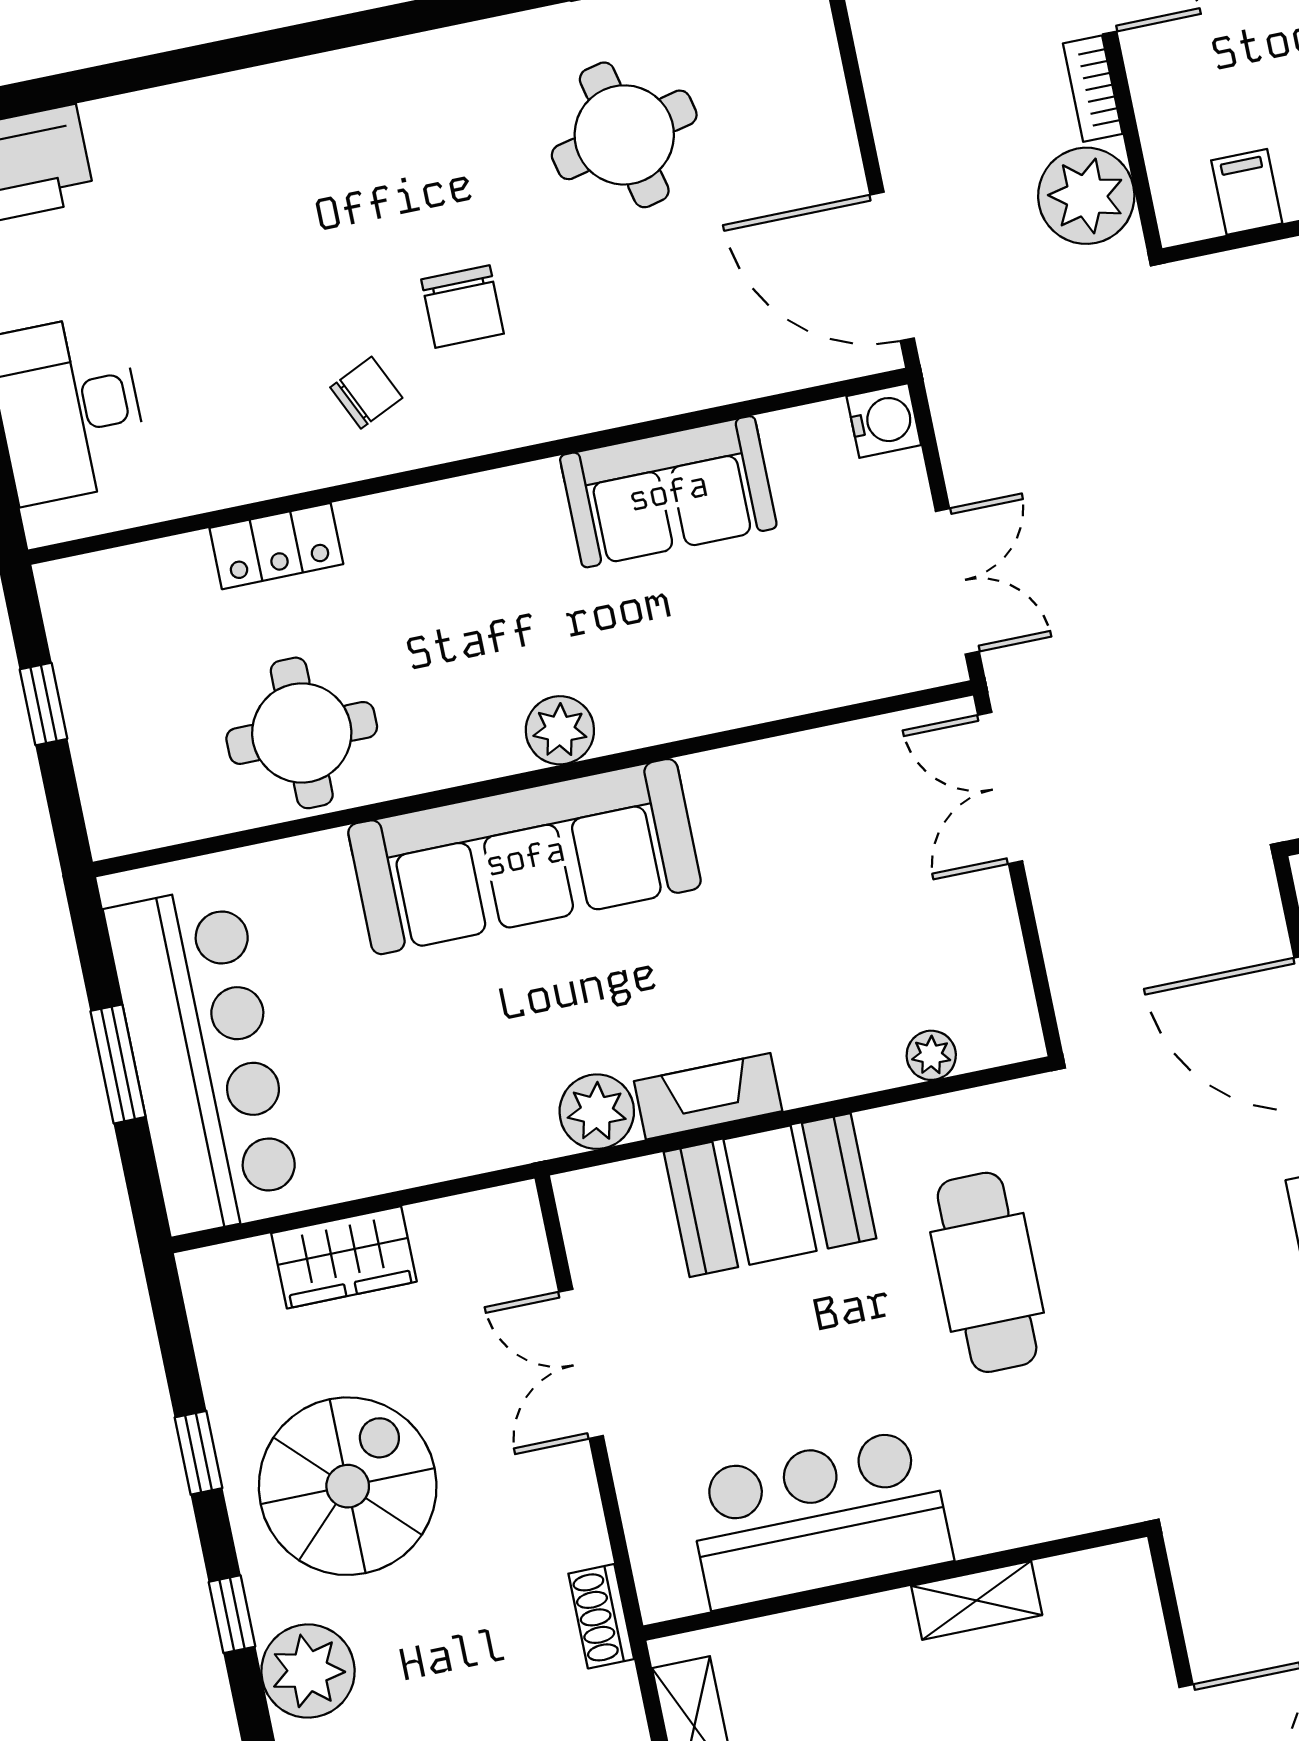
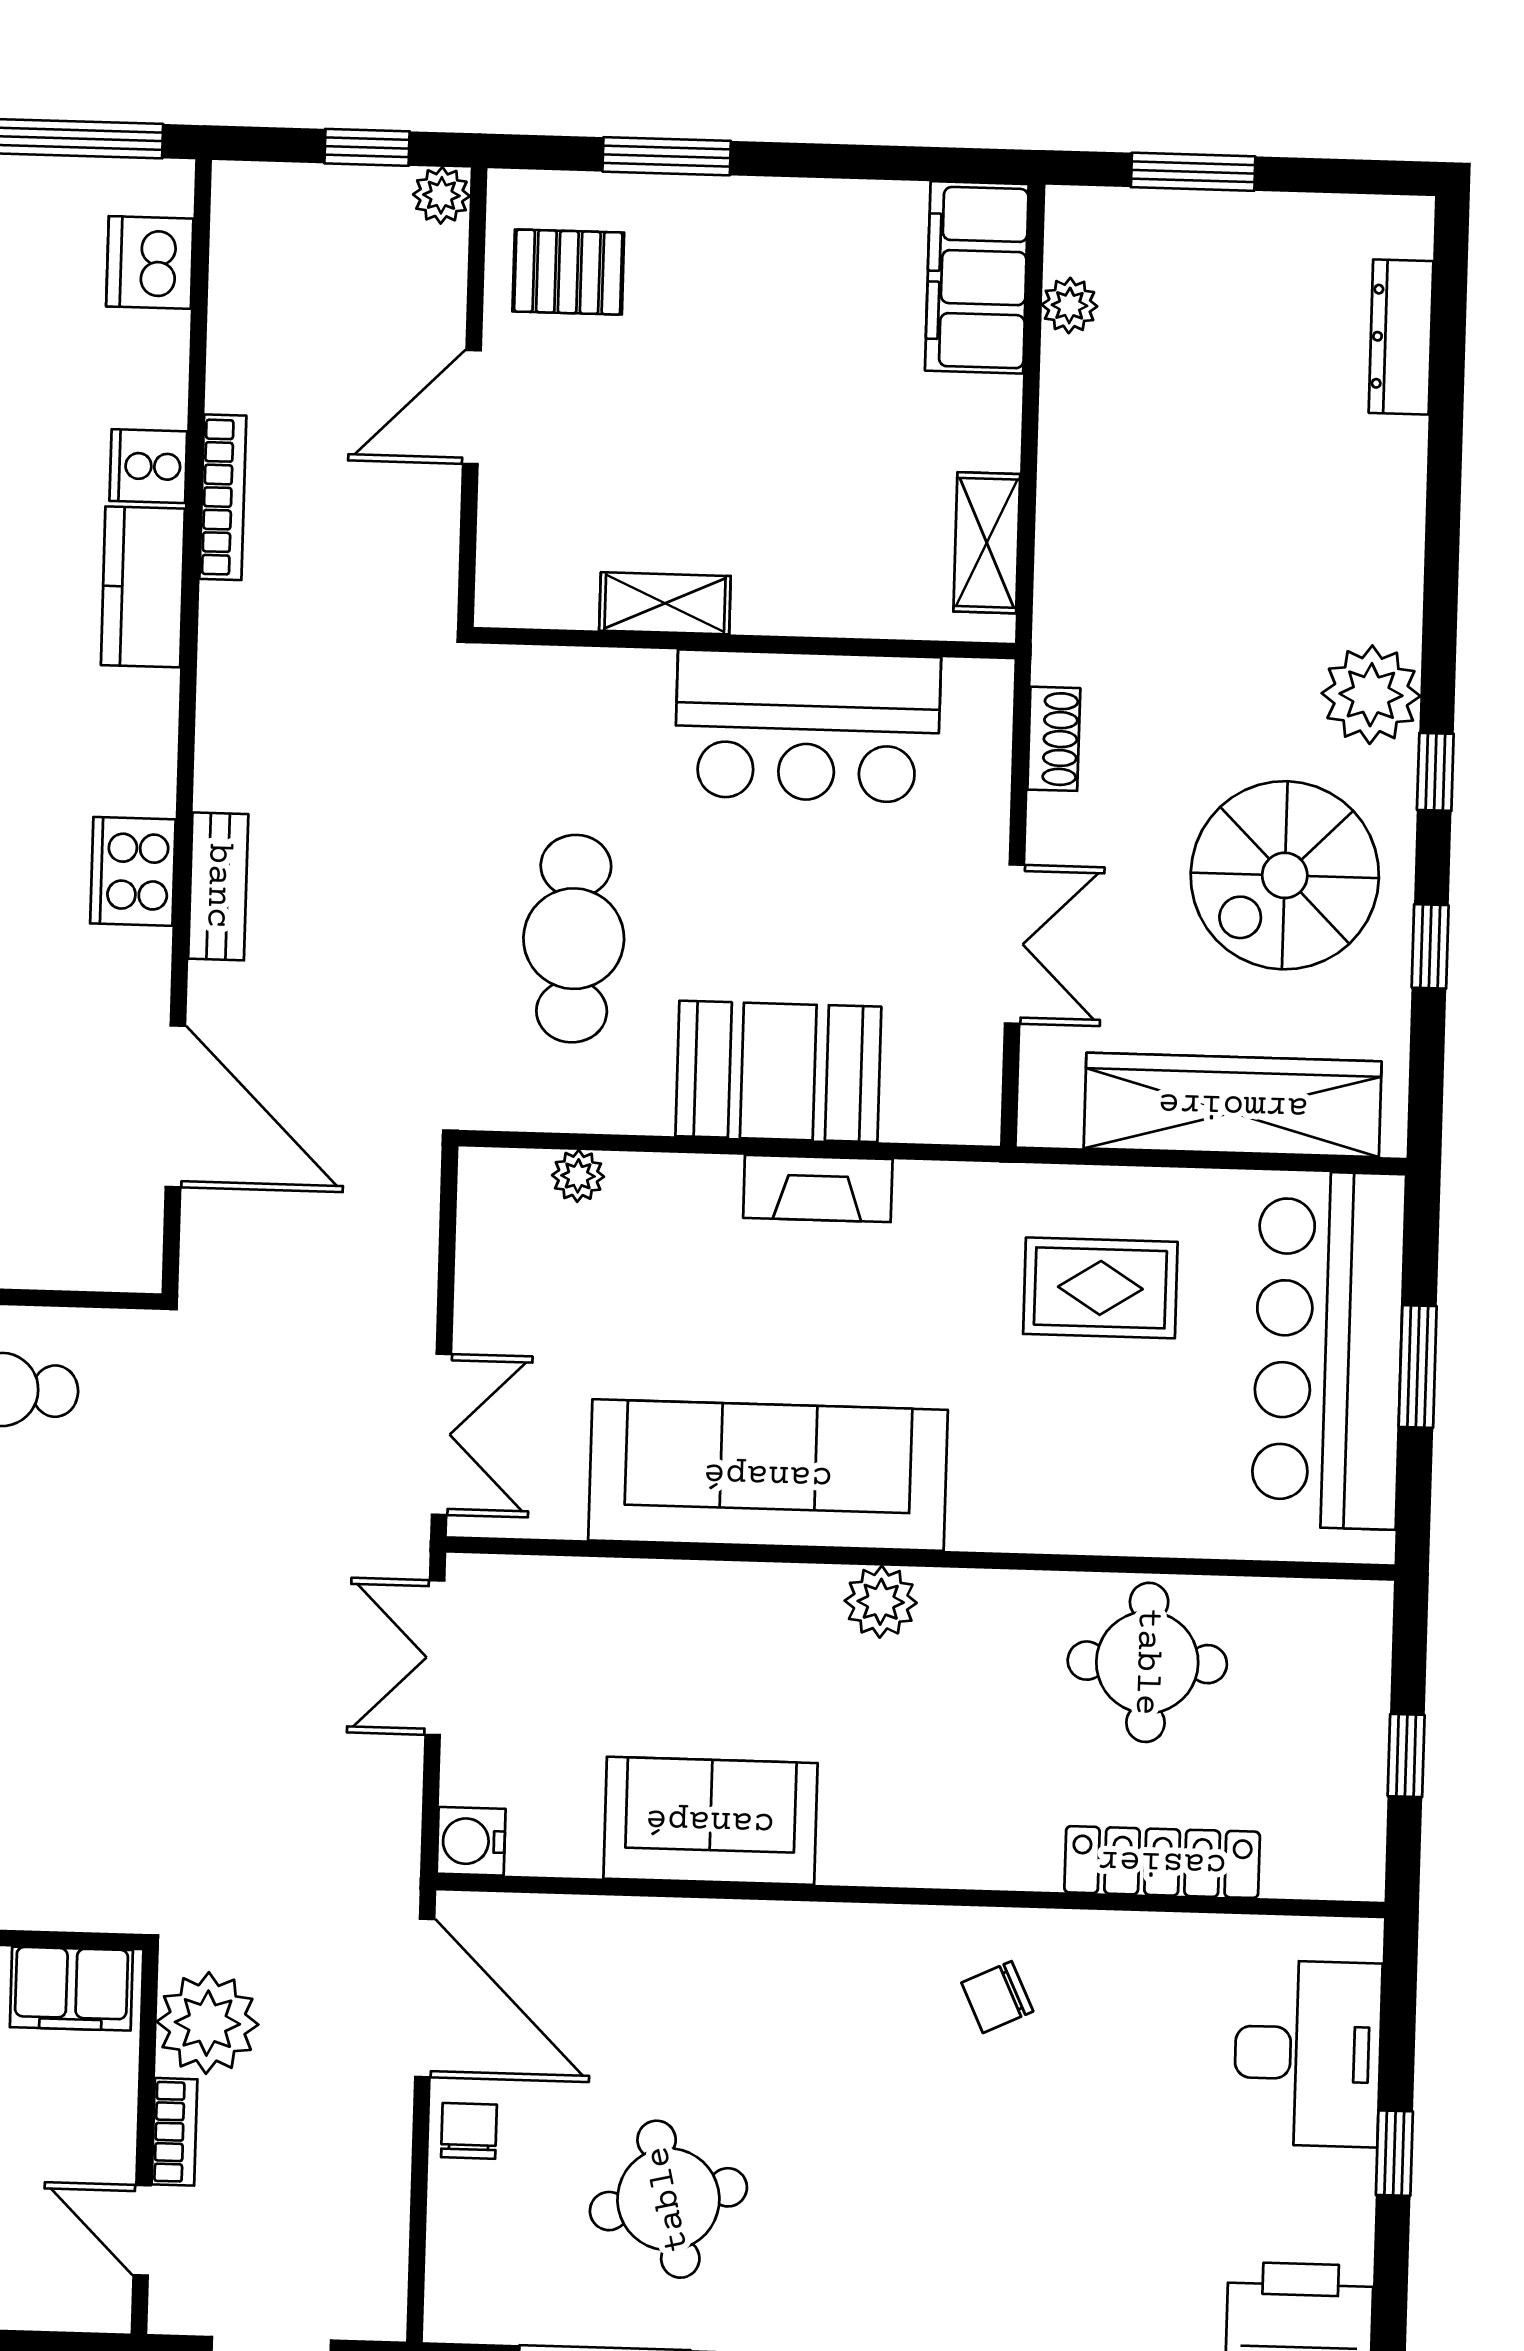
filing cabinet: (1247, 192) -> (71, 1989), width x2.00
chair: (463, 307) -> (469, 2131), moved, width x0.73, depth x0.73
locker: (276, 546) -> (1162, 1862), width x1.53
sofa: (525, 857) -> (768, 1475), moved
rug: (427, 1067) -> (1100, 1288), added
plant: (597, 1112) -> (936, 1200), removed
wardrobe: (344, 1257) -> (1233, 1105), width x2.10, depth x1.17
shoe rack: (601, 1616) -> (1054, 739), moved

